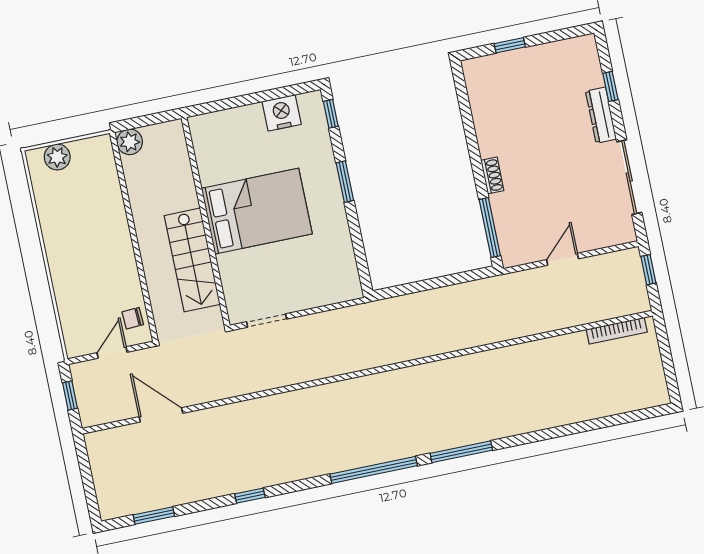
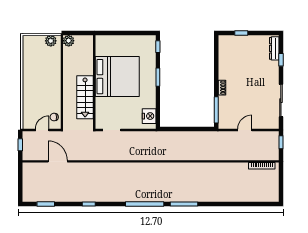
nightstand: (282, 113) -> (149, 116), moved, turned 90
dresser: (601, 115) -> (274, 48), moved
plant: (57, 157) -> (51, 41), moved
bed: (257, 211) -> (117, 77), width x1.36

